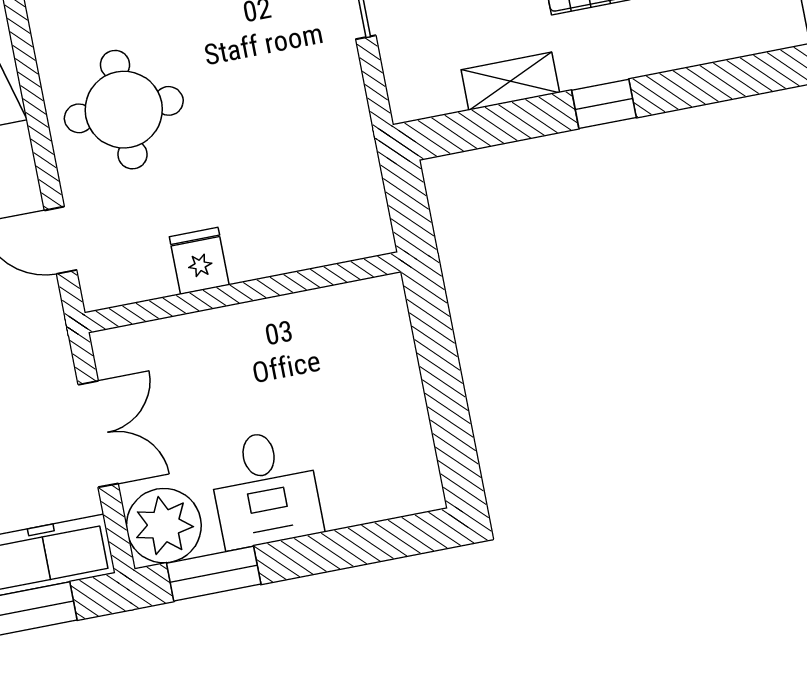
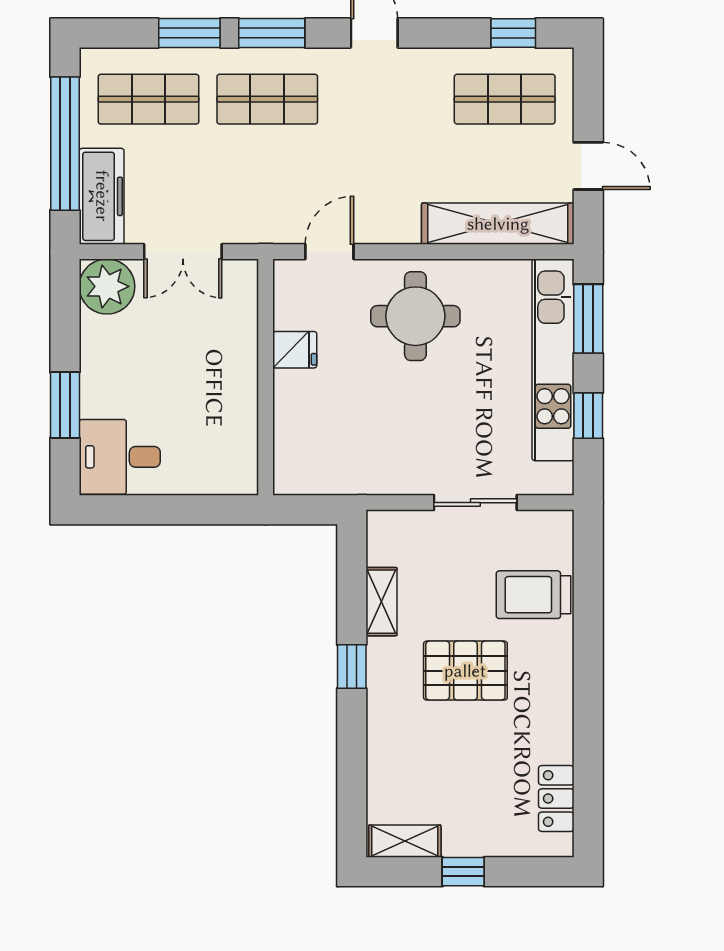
desk: (265, 488) -> (120, 457), moved
window: (214, 574) -> (65, 405), moved

